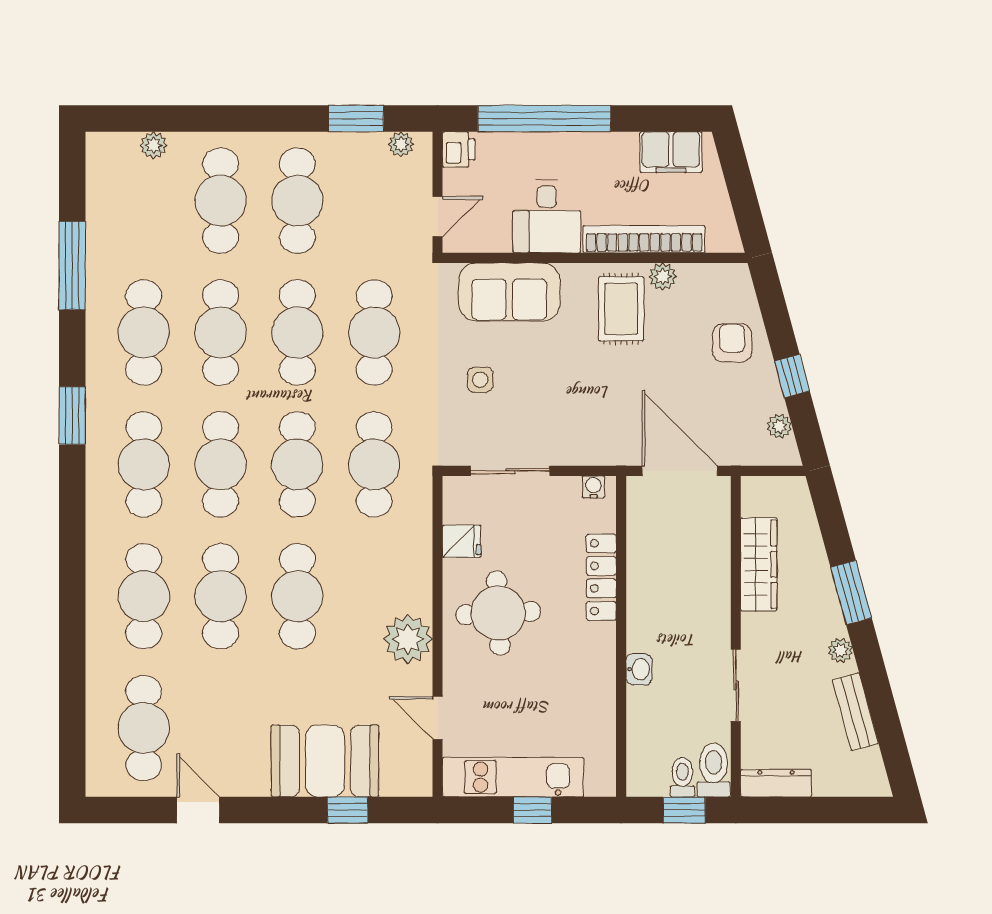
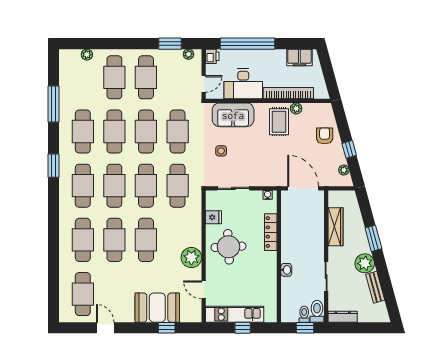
desk: (547, 216) -> (243, 84), width x1.37
plant: (840, 650) -> (365, 263), width x1.87, depth x1.87

